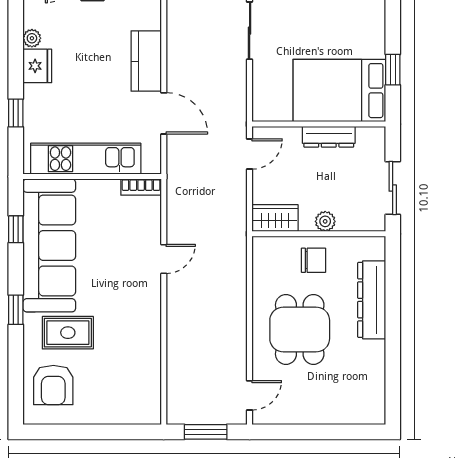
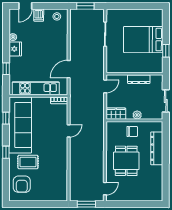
kitchen counter: (146, 61) -> (61, 47), removed
bed: (339, 91) -> (143, 40), moved
door: (164, 113) -> (69, 69), swing flipped

